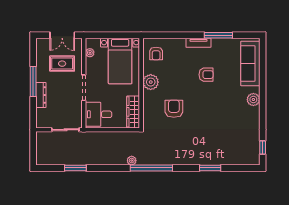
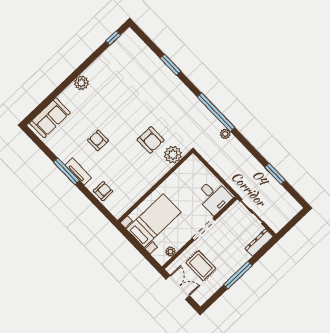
window: (218, 35) -> (66, 171), moved
armchair: (156, 53) -> (103, 191), moved
sofa: (250, 64) -> (50, 118), width x0.73
plant: (151, 82) -> (173, 155), moved
dresser: (41, 95) -> (259, 243), moved
armchair: (174, 109) -> (151, 140), turned -90
wardrobe: (133, 112) -> (185, 170), removed

